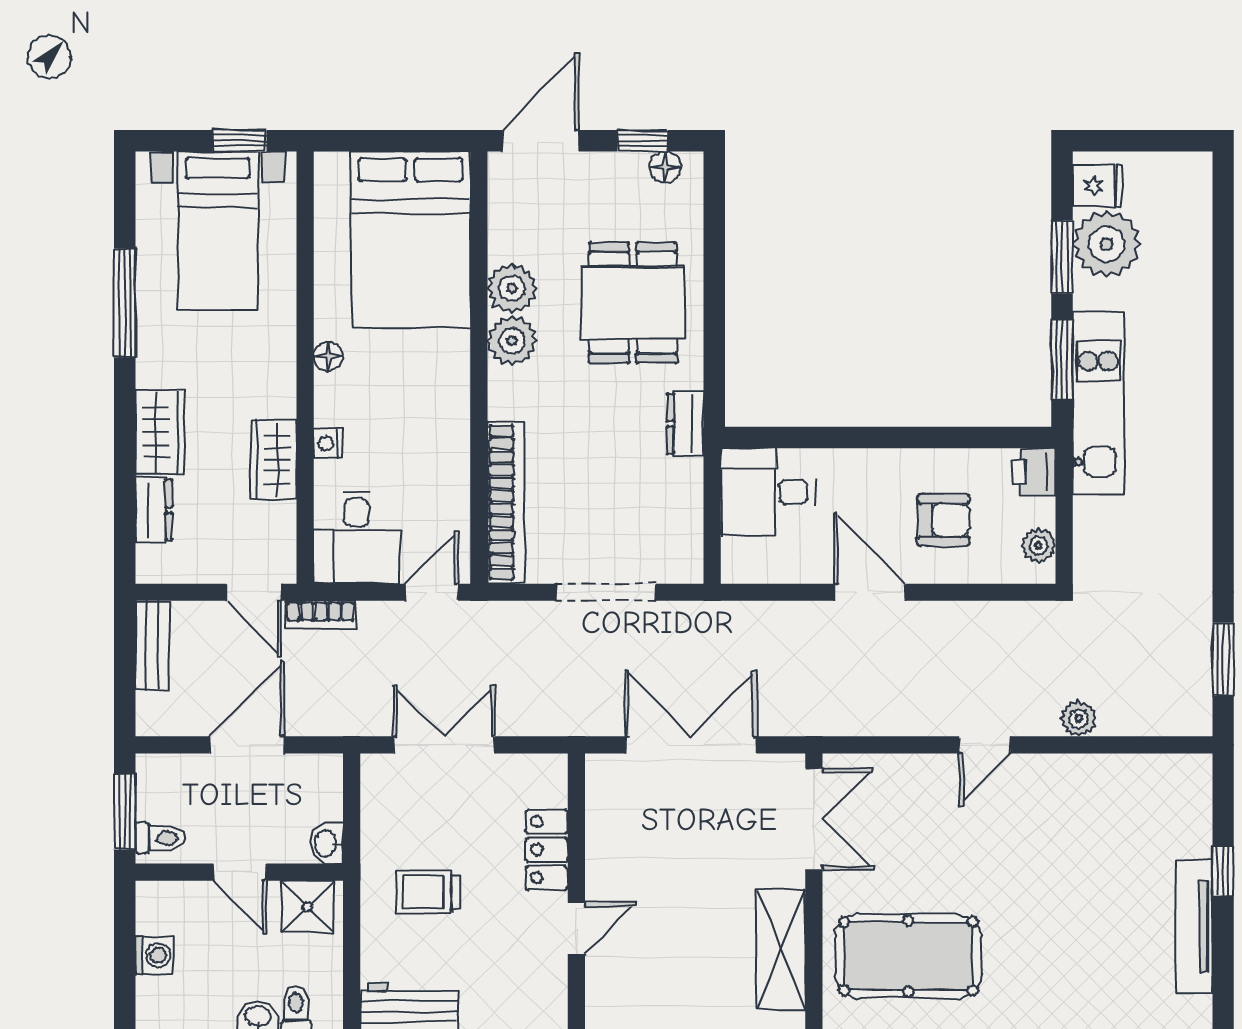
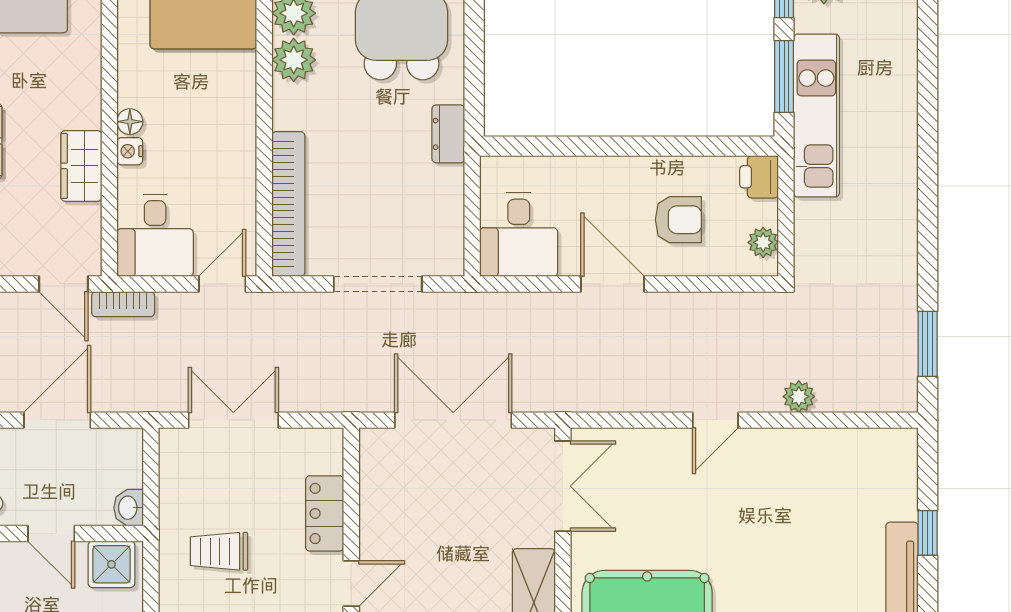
floor lamp: (328, 356) -> (130, 122), moved
desk: (768, 492) -> (519, 234), moved, turned -90

